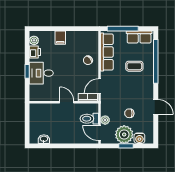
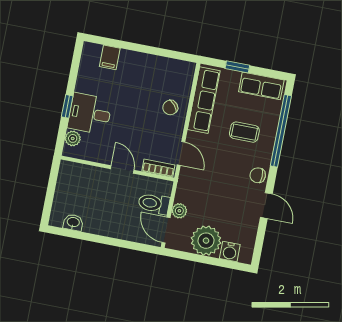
window: (123, 29) -> (237, 67), width x0.46
filing cabinet: (60, 38) -> (110, 57), moved
plant: (34, 40) -> (73, 138), moved
printer: (35, 52) -> (86, 77), removed
door: (99, 86) -> (181, 153), swing flipped
chair: (129, 113) -> (258, 175), moved
window: (126, 146) -> (205, 260), removed

